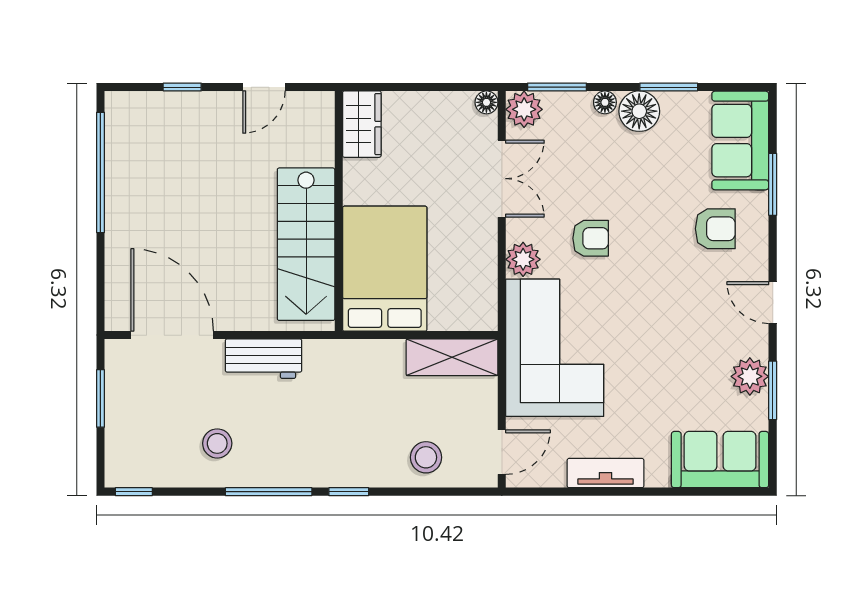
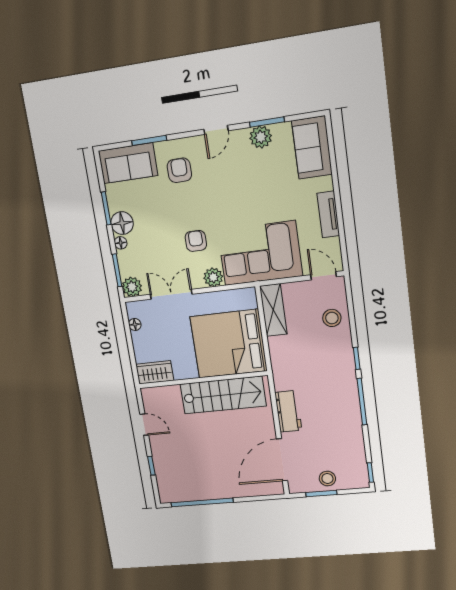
floor lamp: (486, 102) -> (135, 324), moved
bed: (385, 269) -> (229, 344), width x1.36
stool: (217, 443) -> (327, 479), moved

